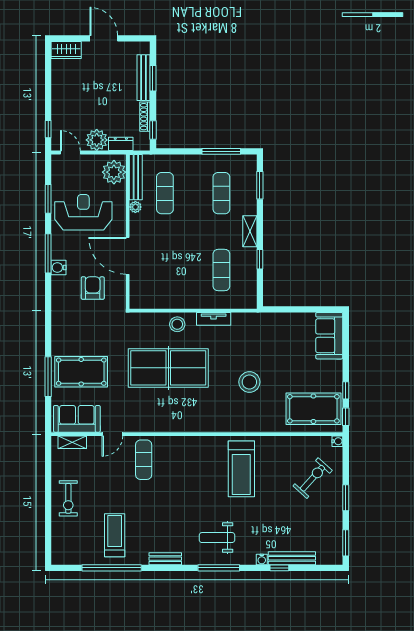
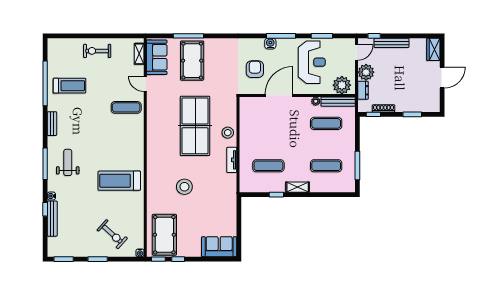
bench: (144, 78) -> (392, 43), moved
window: (260, 185) -> (332, 195), removed
armchair: (93, 288) -> (255, 69), turned -90

